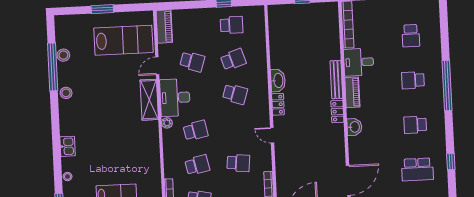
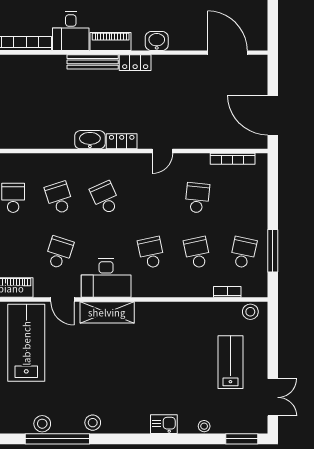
school desk: (235, 94) -> (105, 198), turned -42
plant: (167, 123) -> (139, 290), removed

